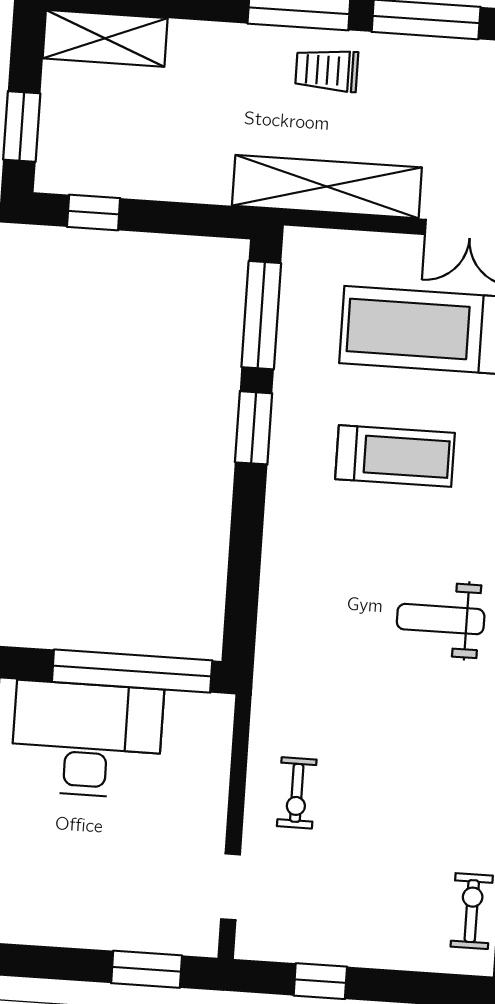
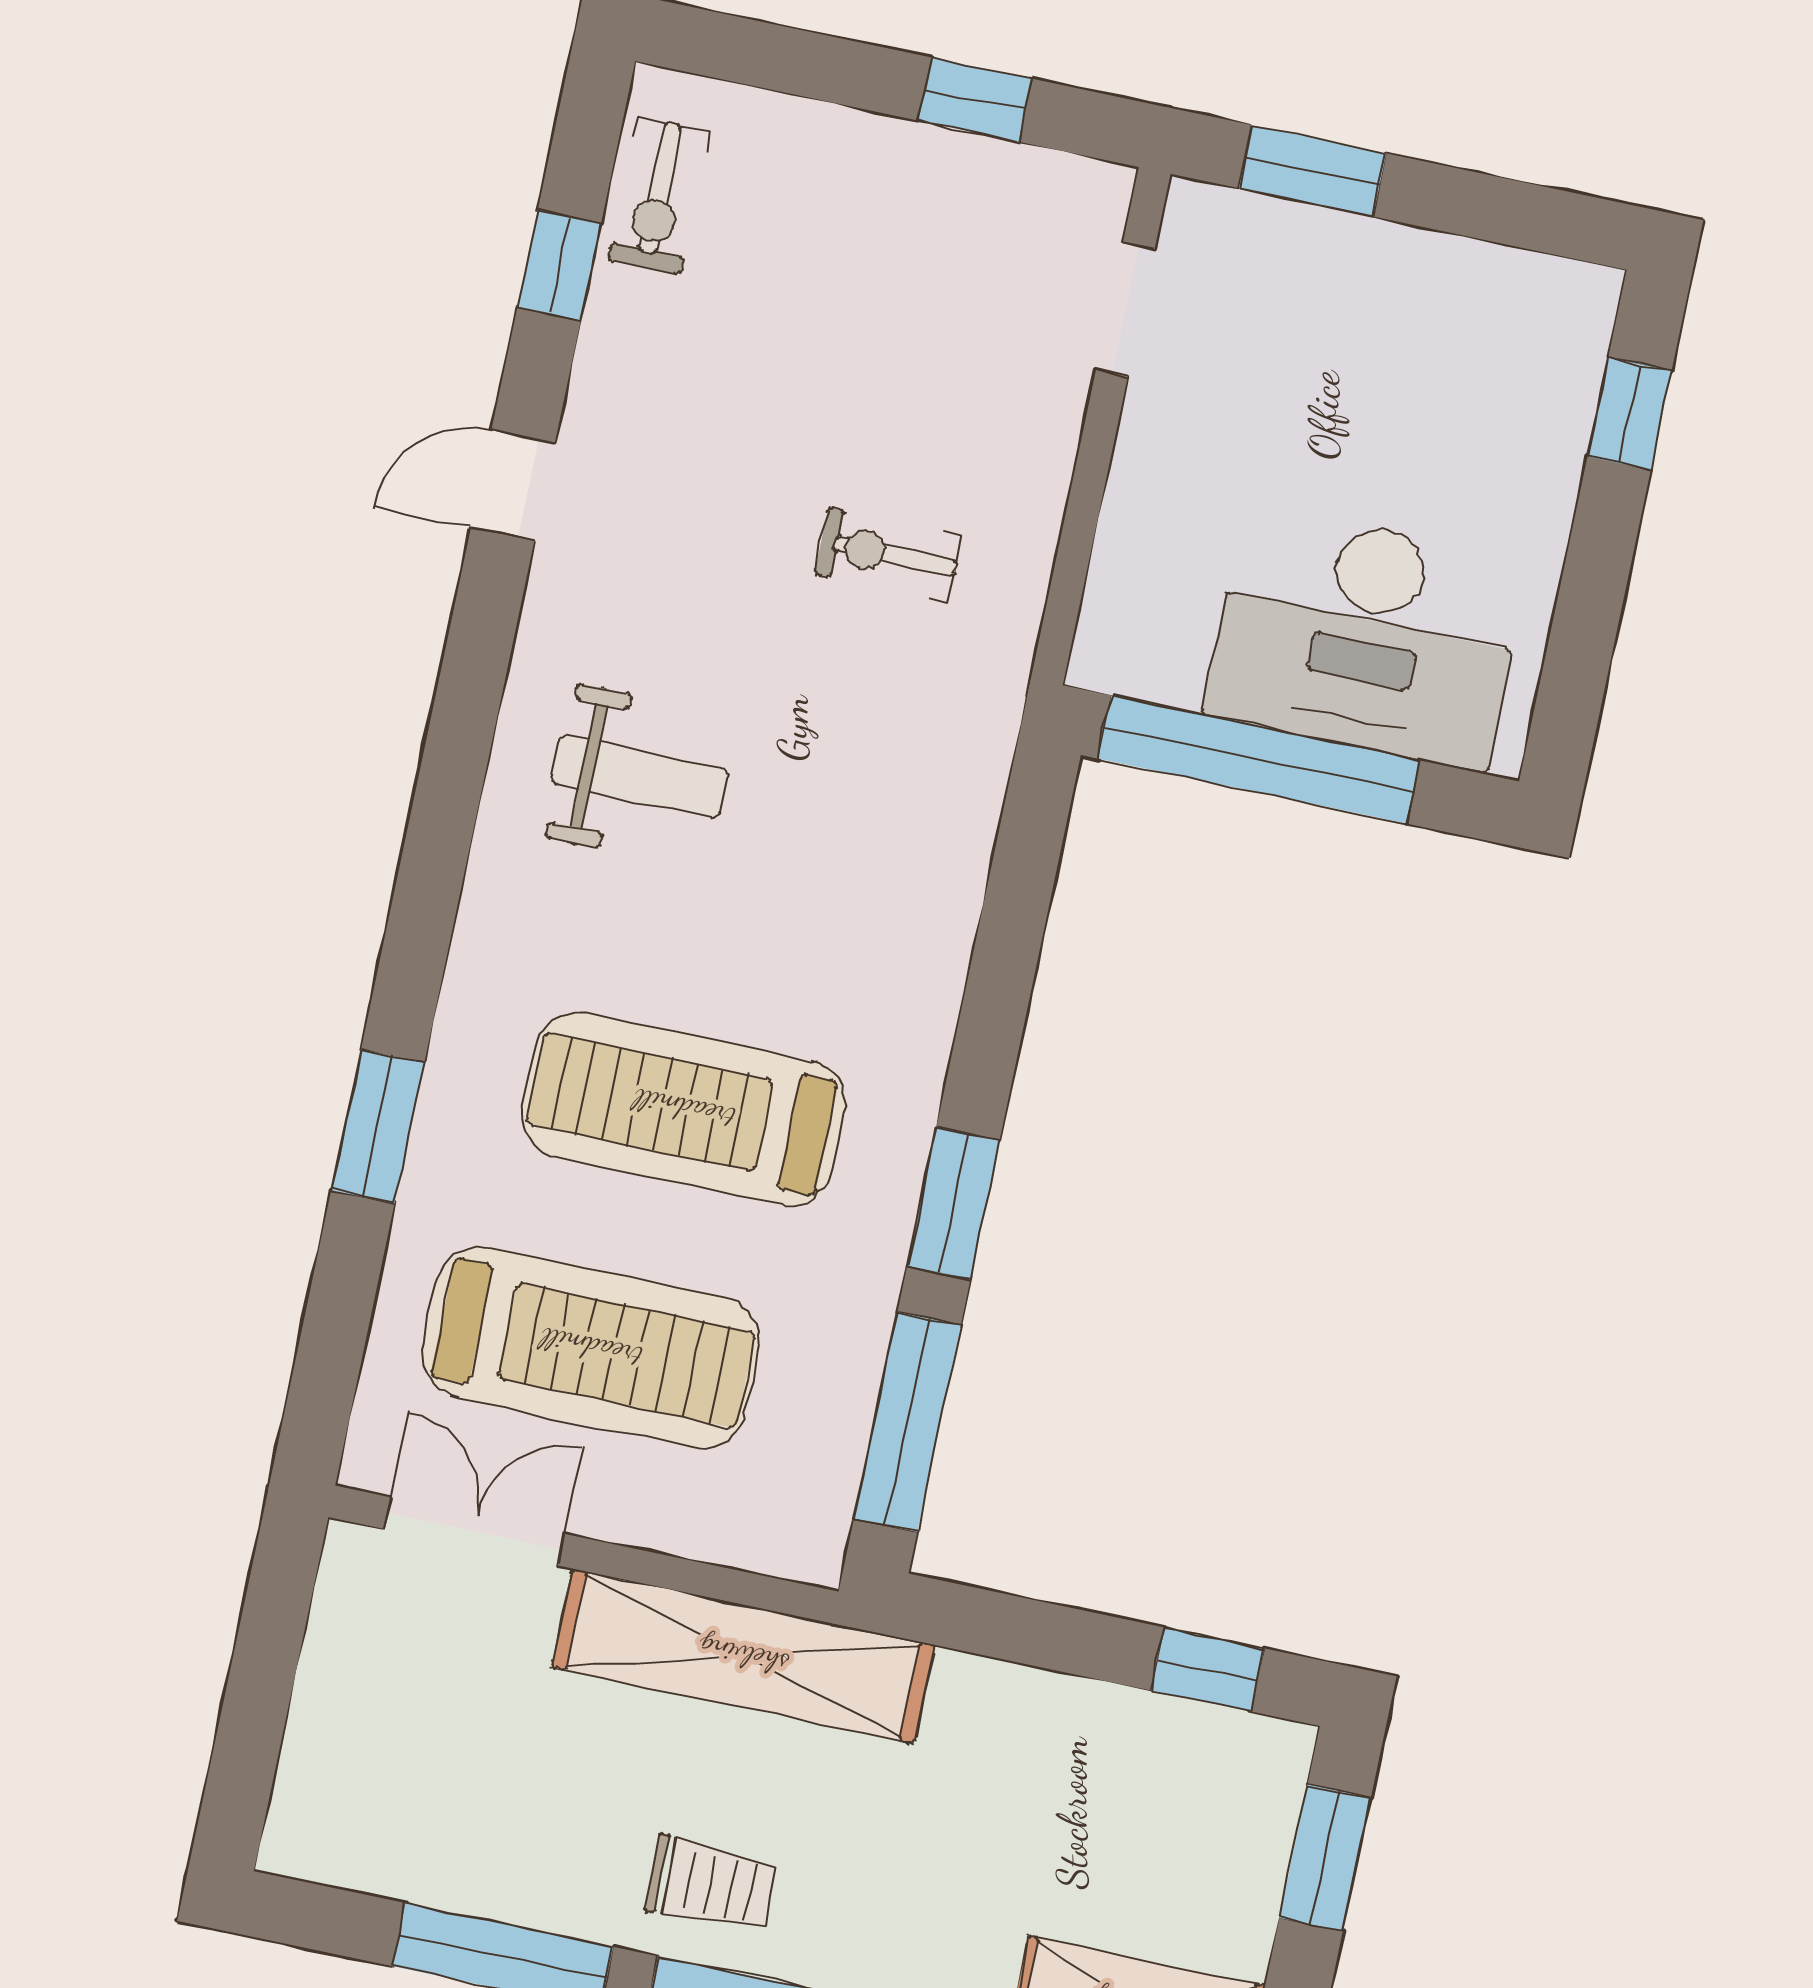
treadmill: (395, 456) -> (684, 1109), width x1.37, depth x1.38
exercise bike: (297, 793) -> (888, 555), moved, turned -90

